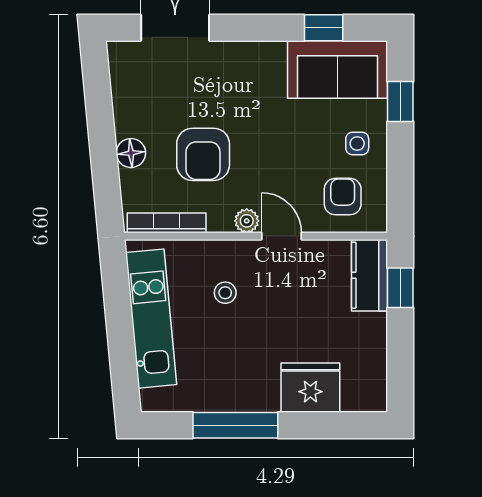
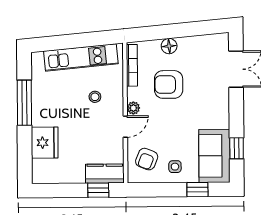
armchair: (343, 197) -> (147, 159), turned 112

